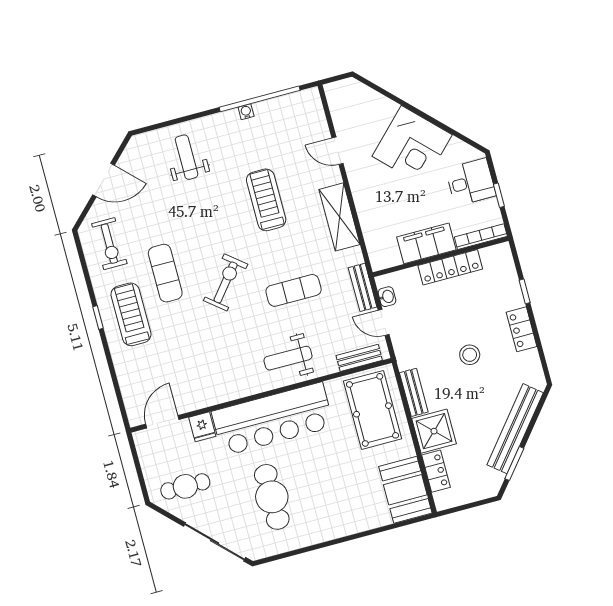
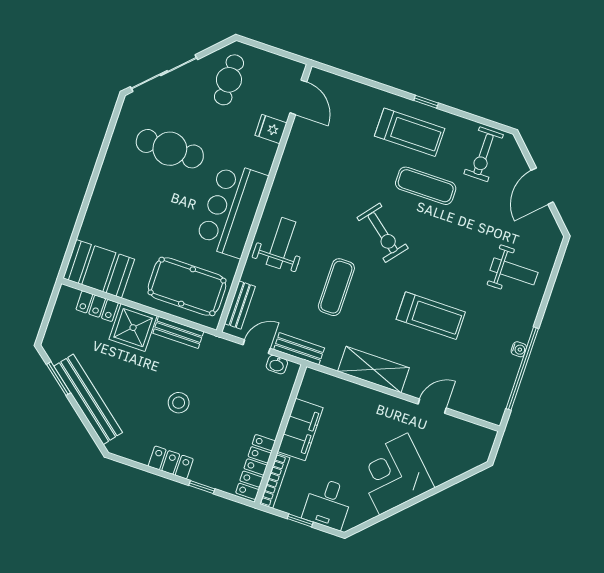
exercise bike: (109, 244) -> (484, 154), turned -90
locker: (450, 267) -> (256, 467), moved
bar counter: (273, 419) -> (232, 210), width x0.73

